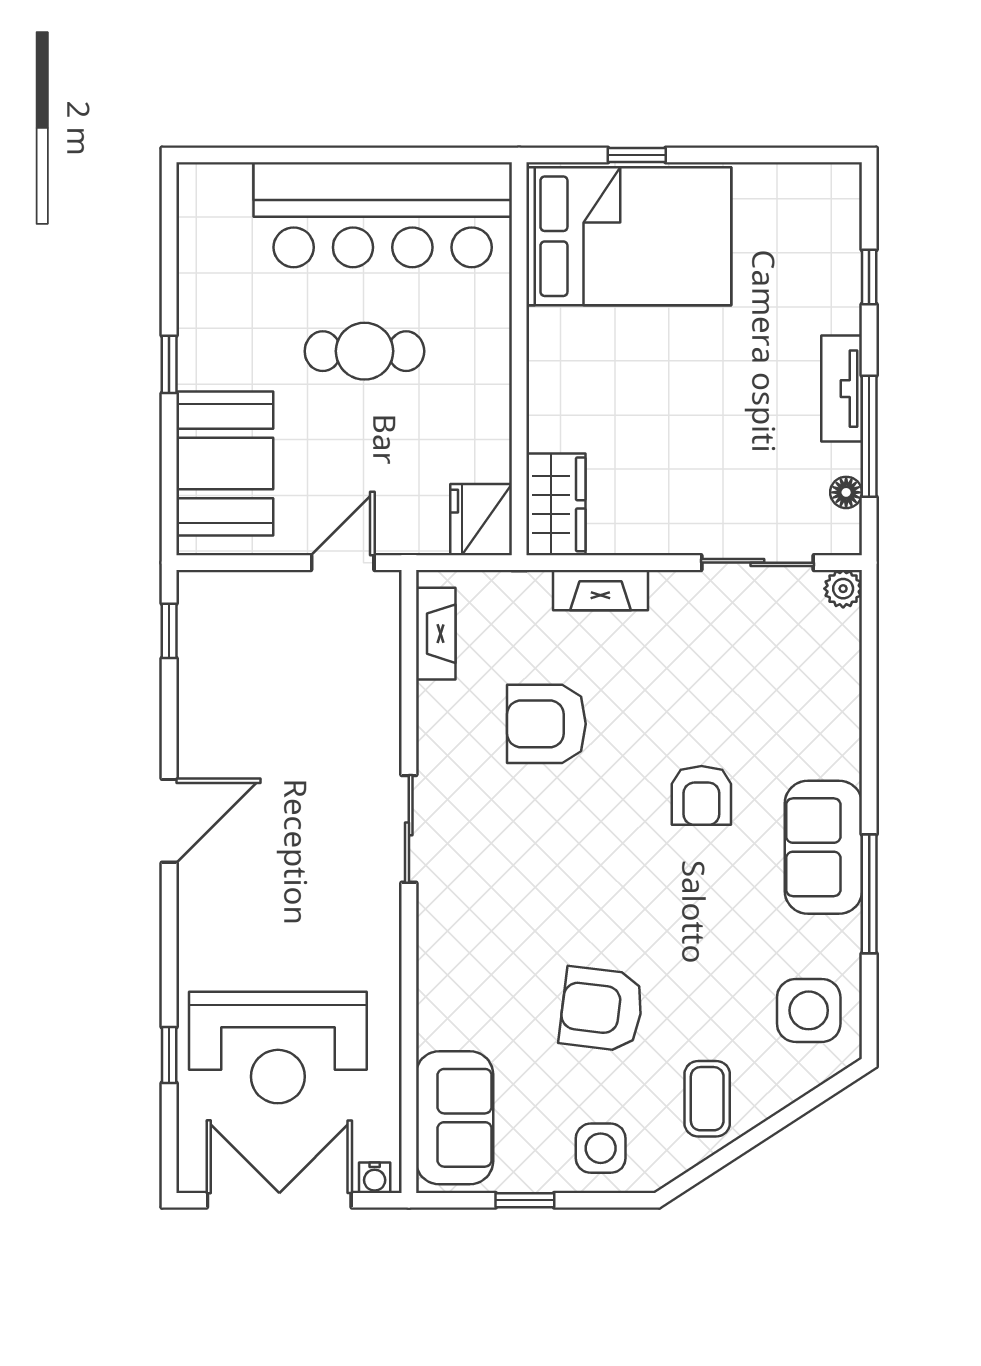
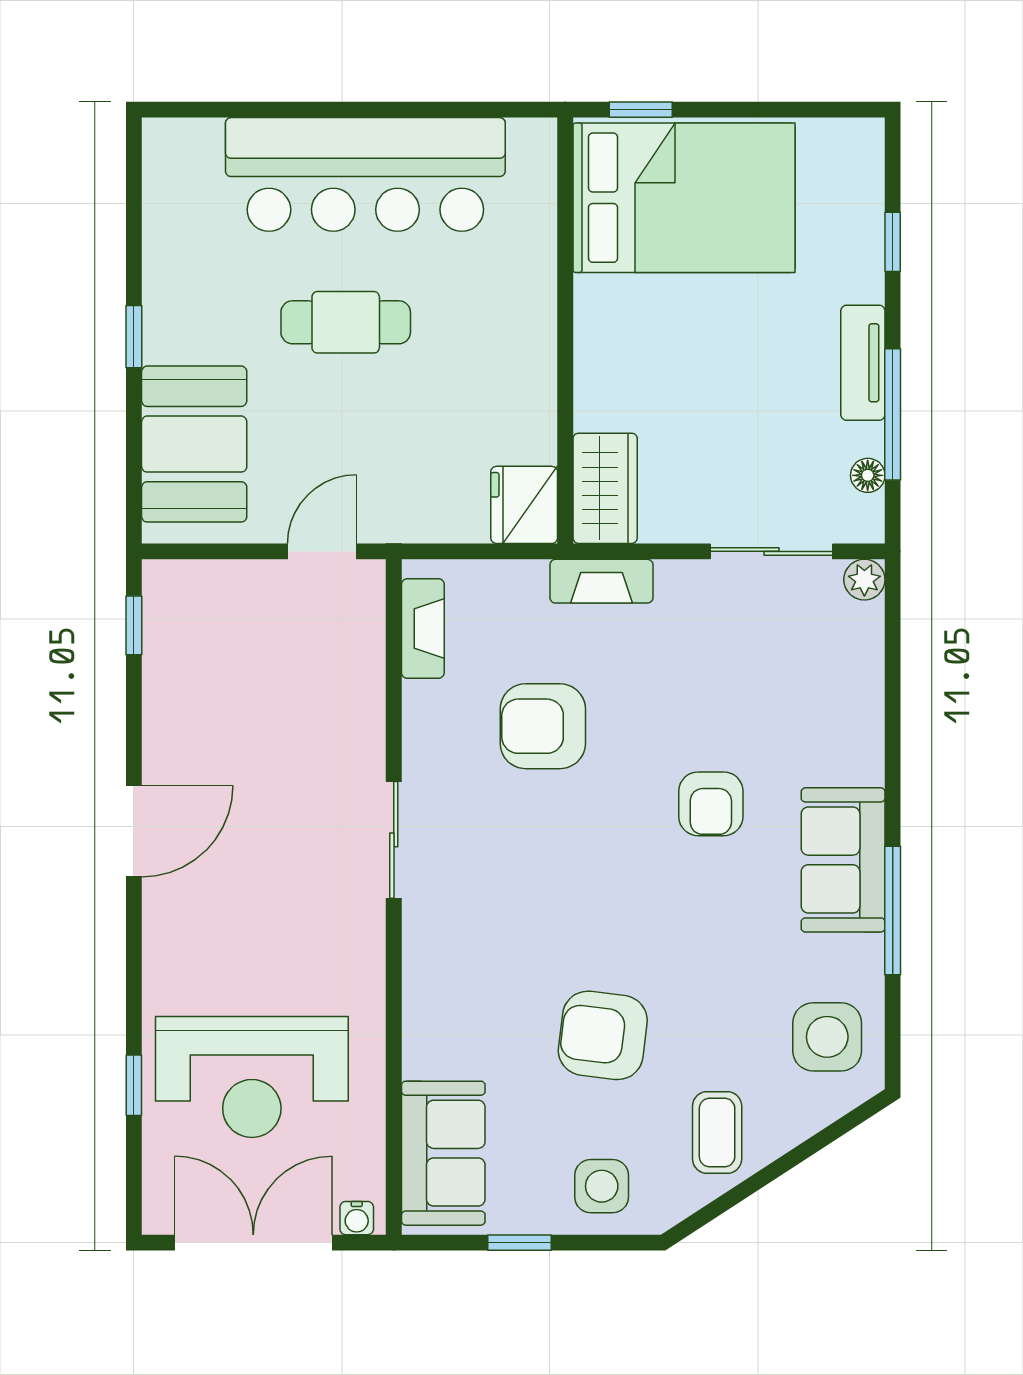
bed: (629, 236) -> (684, 198), moved
wall: (519, 359) -> (565, 331), moved
wardrobe: (556, 504) -> (605, 488), moved
fridge: (481, 520) -> (524, 505), moved

